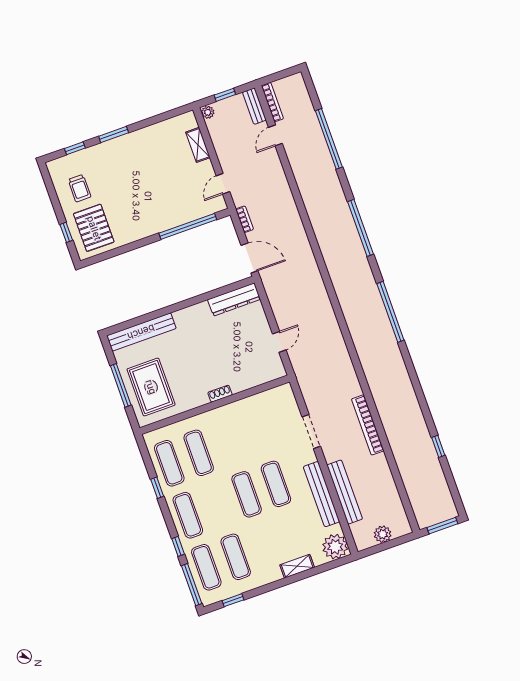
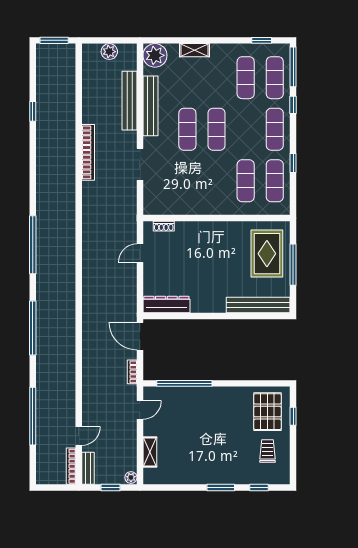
shoe rack: (220, 394) -> (164, 226), moved

